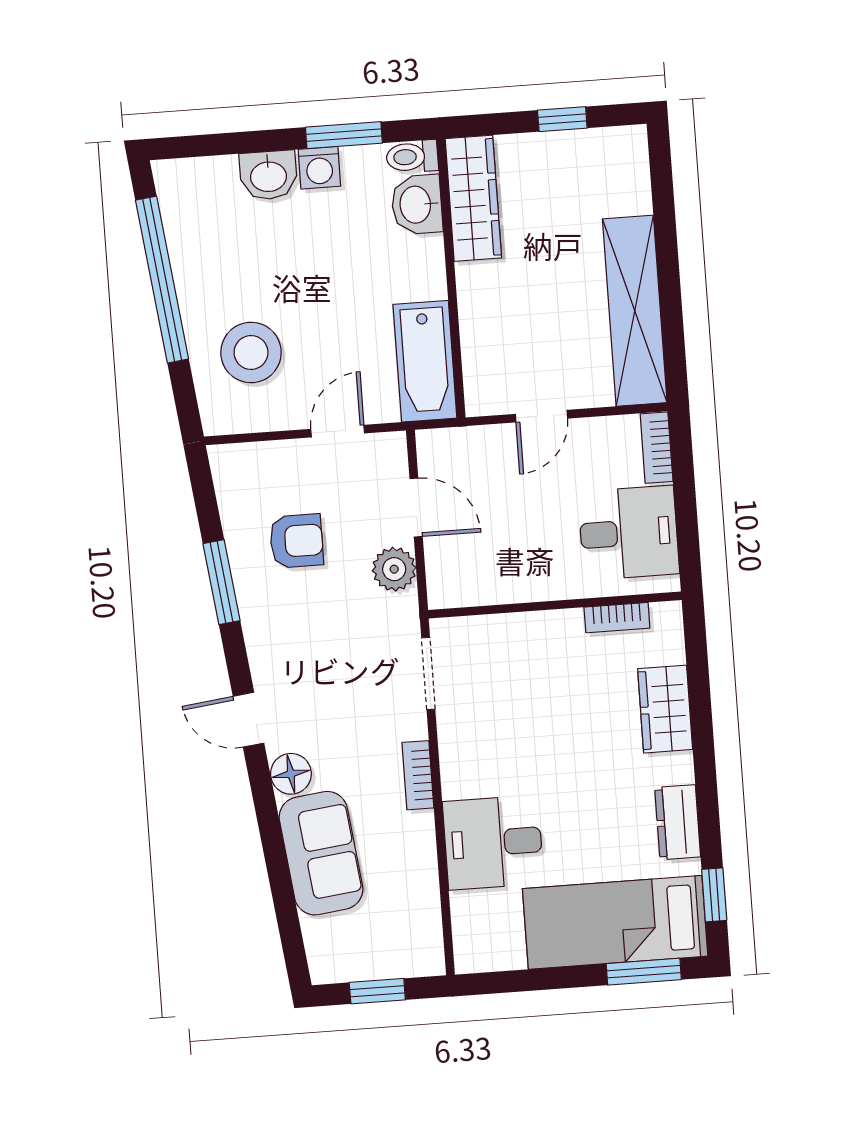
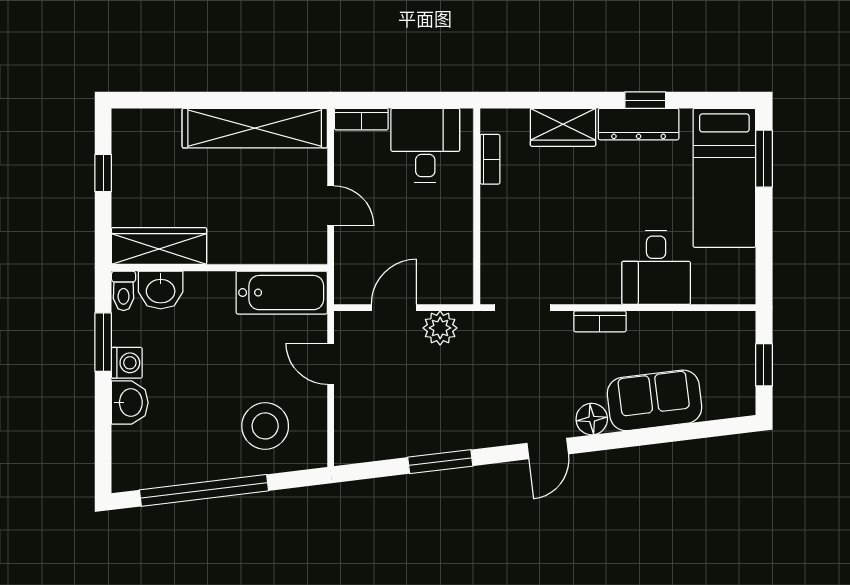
armchair: (296, 541) -> (413, 402), removed
dresser: (678, 822) -> (639, 124), width x1.44
window: (714, 895) -> (645, 100), moved

